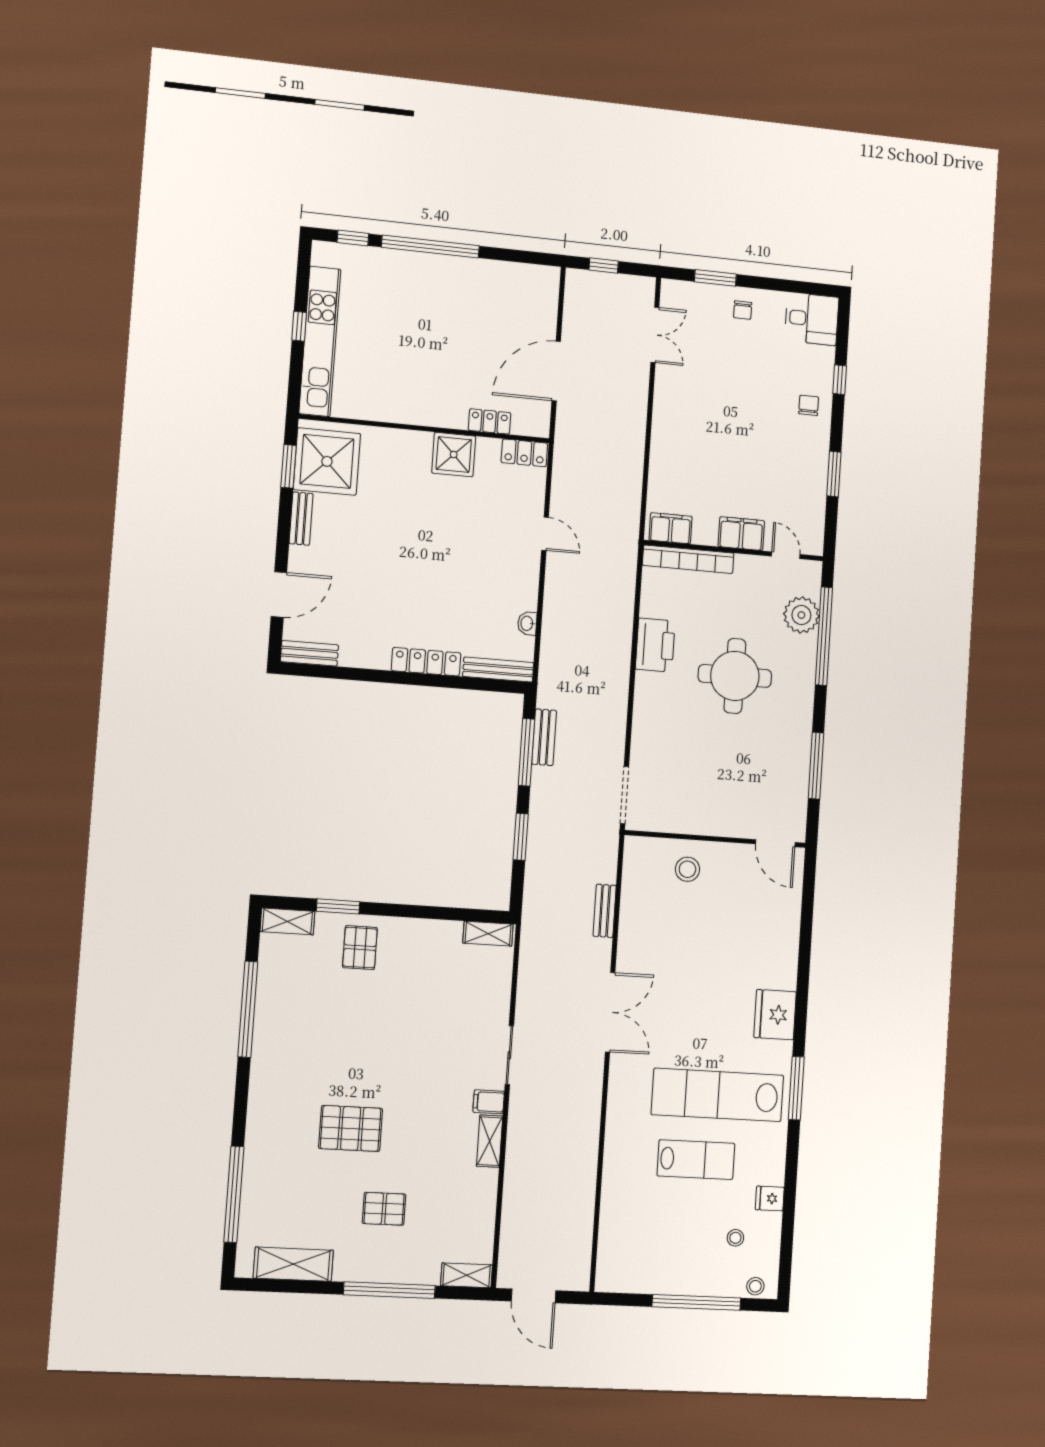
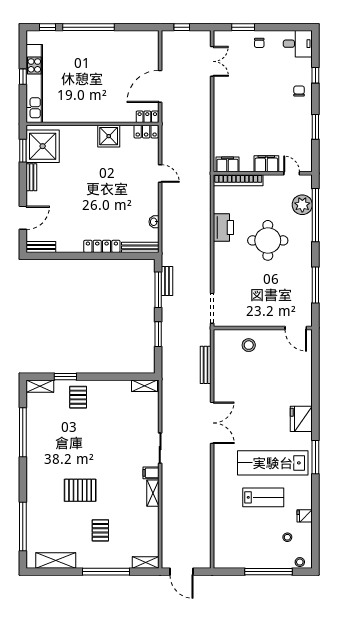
locker: (490, 421) -> (147, 117), moved
bench: (605, 911) -> (206, 365), width x1.36
pallet: (384, 1209) -> (100, 530), turned 90

